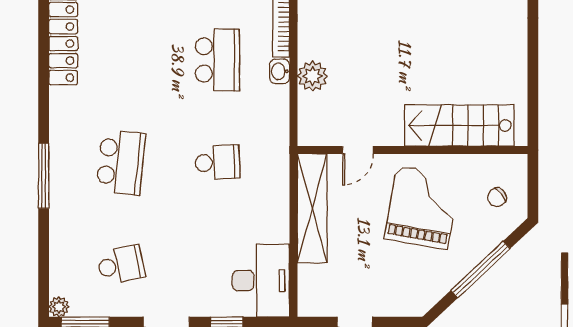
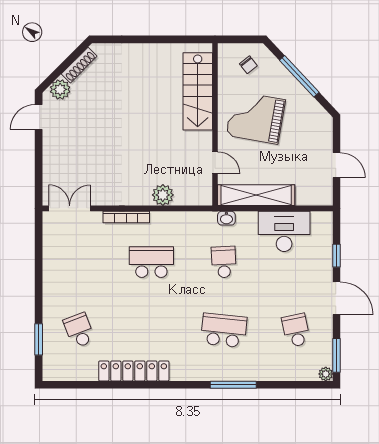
washbasin: (280, 71) -> (226, 218), moved
desk: (261, 281) -> (284, 231), moved

